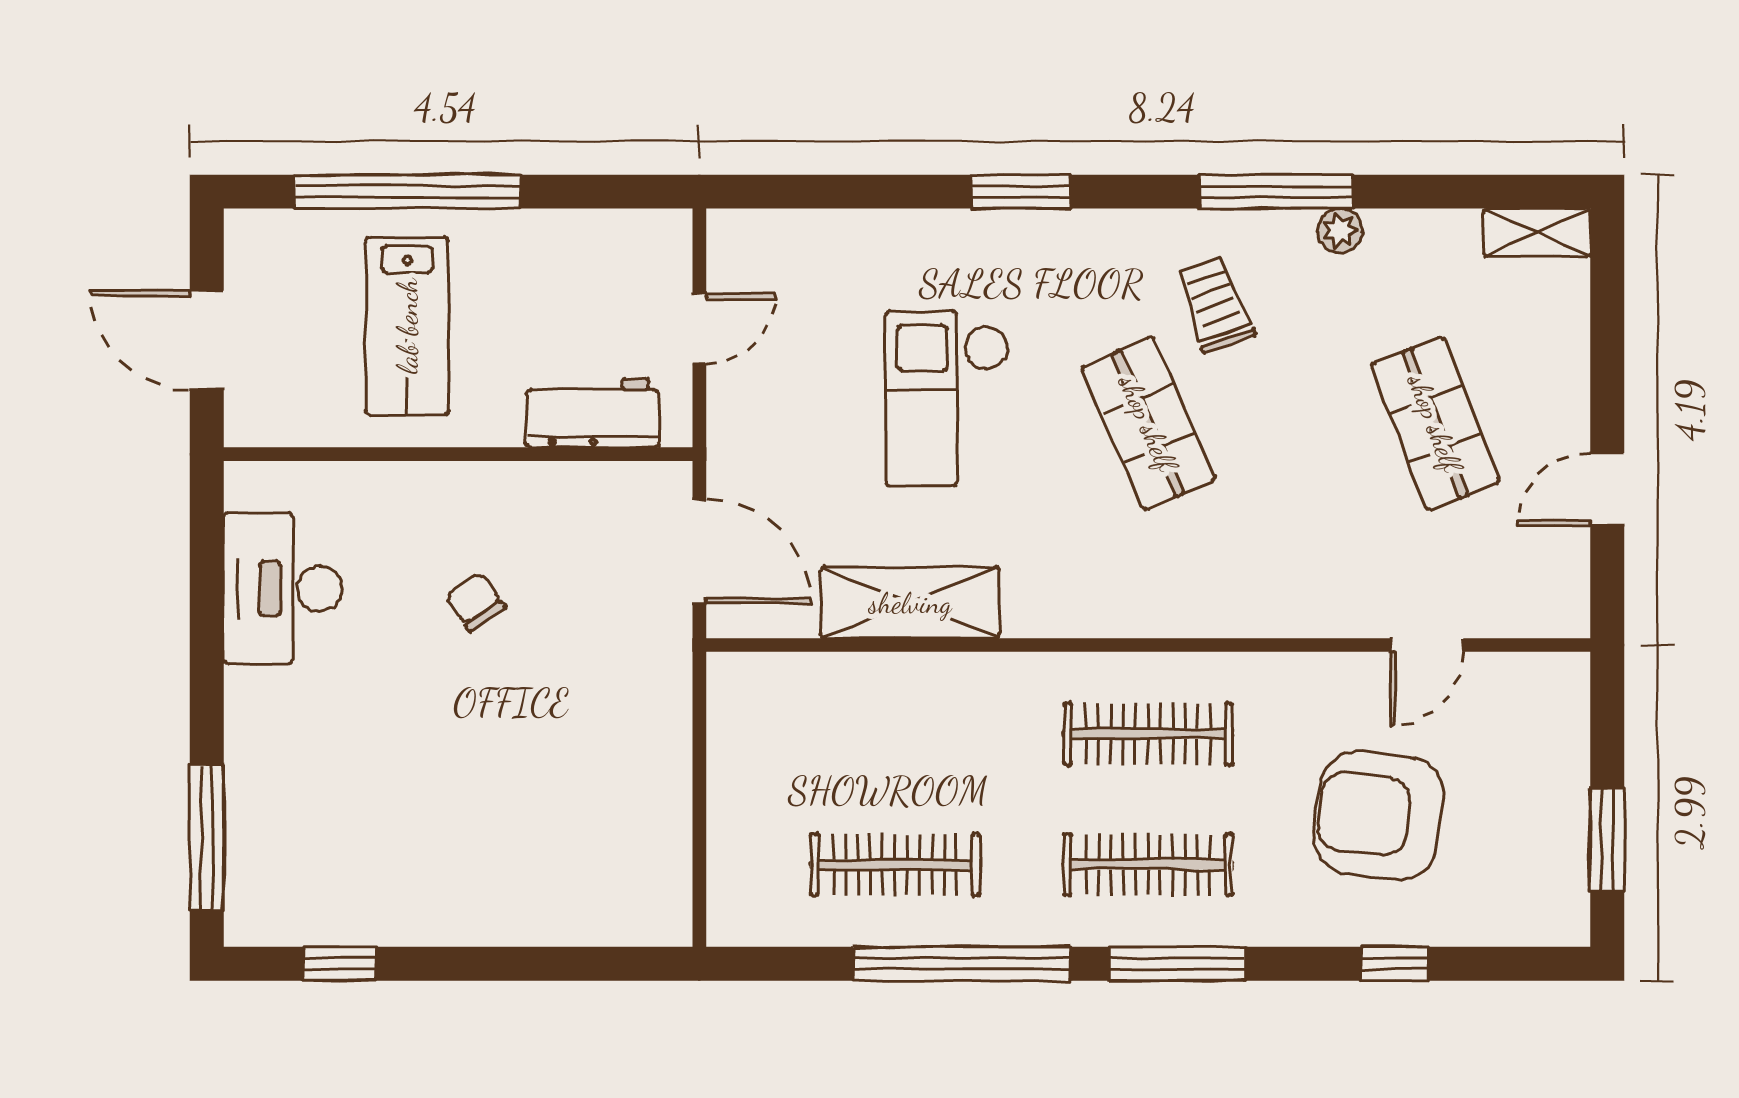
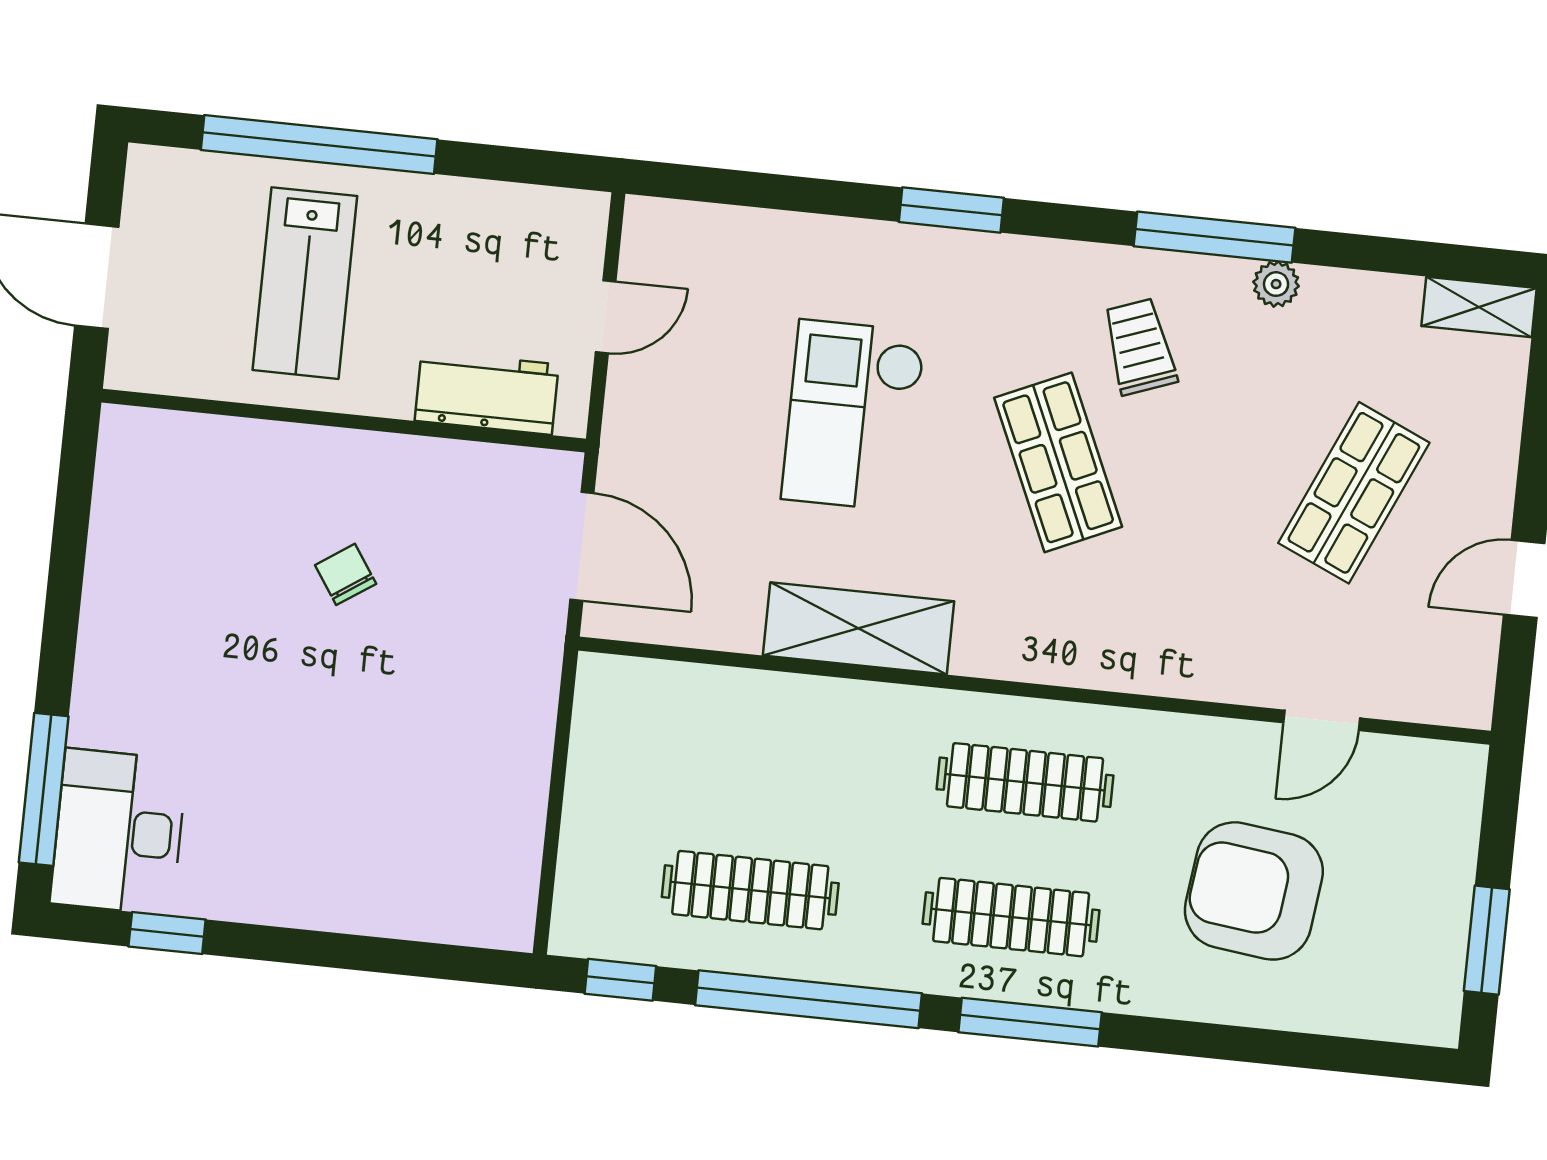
shop shelf: (1435, 423) -> (1354, 493), turned 45
desk: (283, 589) -> (119, 832), moved
shelving: (910, 603) -> (858, 628), moved
window: (1395, 964) -> (620, 980), moved

